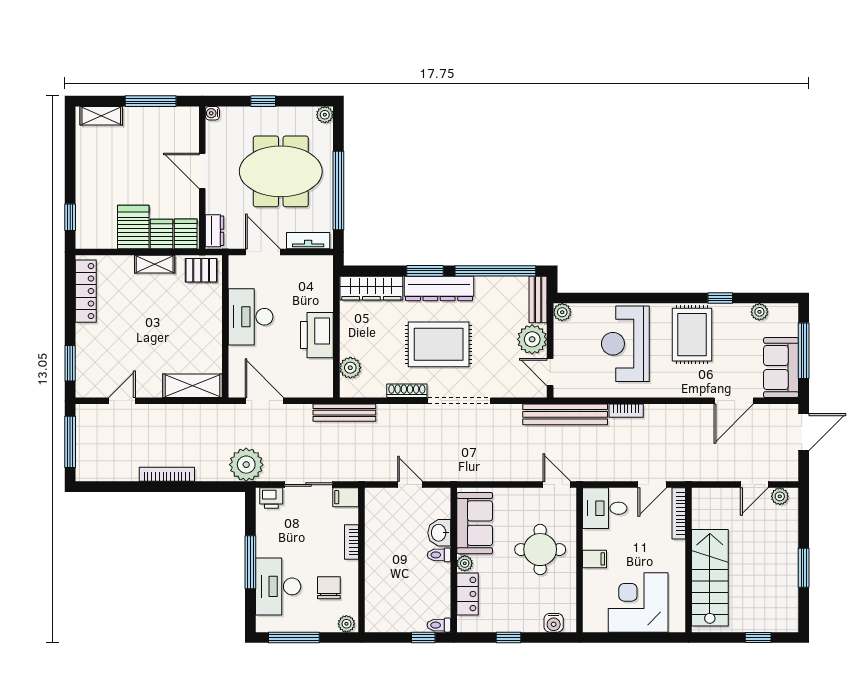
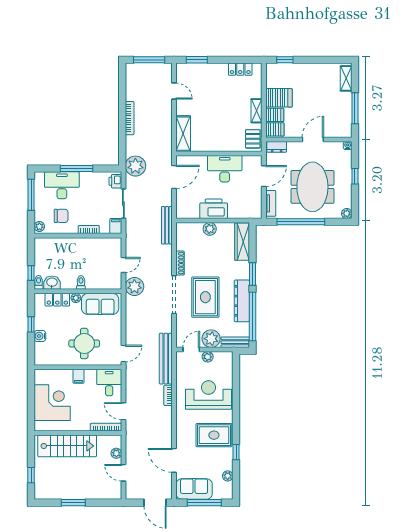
dresser: (439, 288) -> (242, 301), moved
locker: (86, 291) -> (240, 69), width x0.66
plant: (562, 312) -> (208, 357), moved
rug: (439, 344) -> (205, 297), moved
plant: (350, 368) -> (210, 229), moved
plant: (446, 466) -> (134, 287), added
plant: (780, 496) -> (116, 453), moved
washbasin: (439, 533) -> (52, 283), moved
water cooler: (554, 623) -> (40, 336), moved

